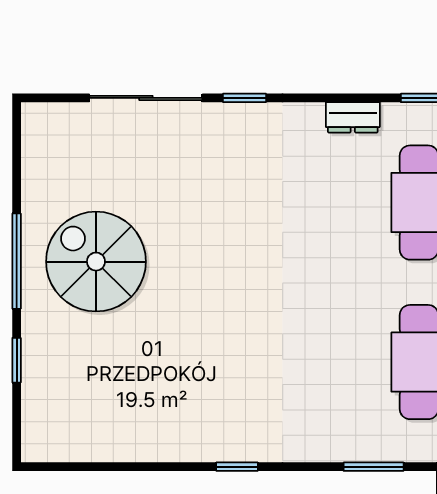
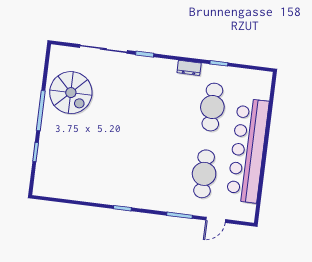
spiral stairs: (96, 262) -> (71, 93), moved, turned 180

